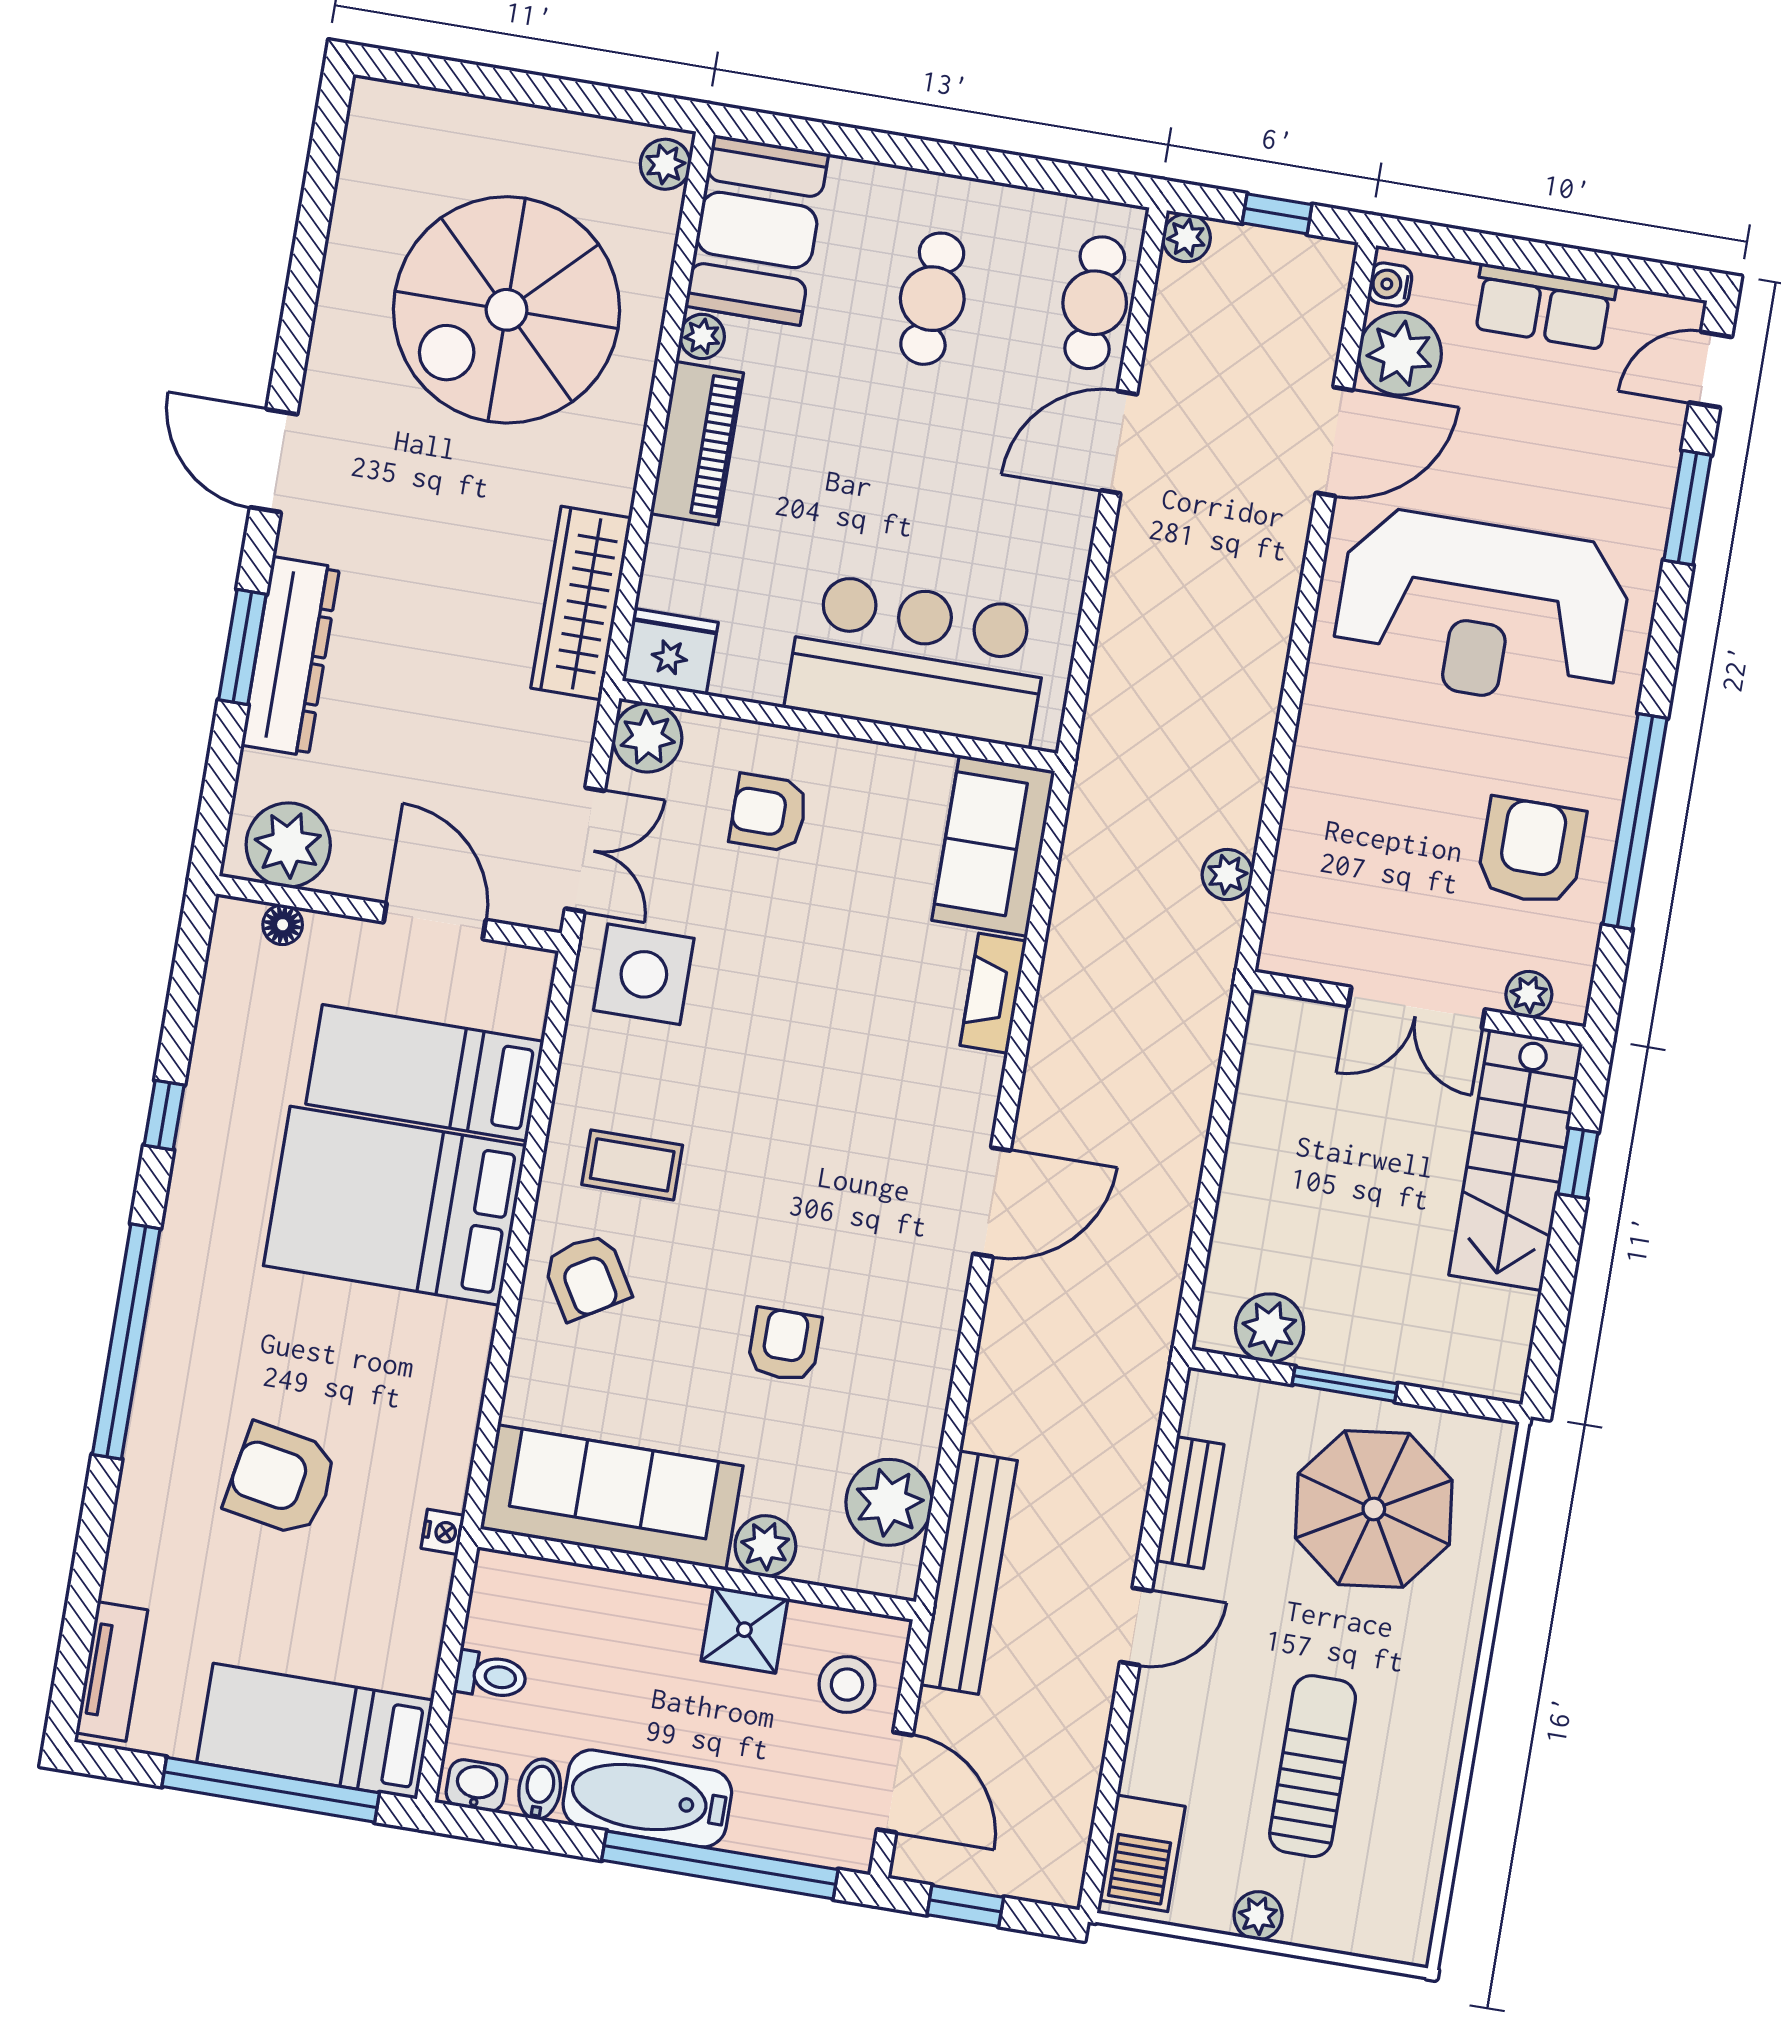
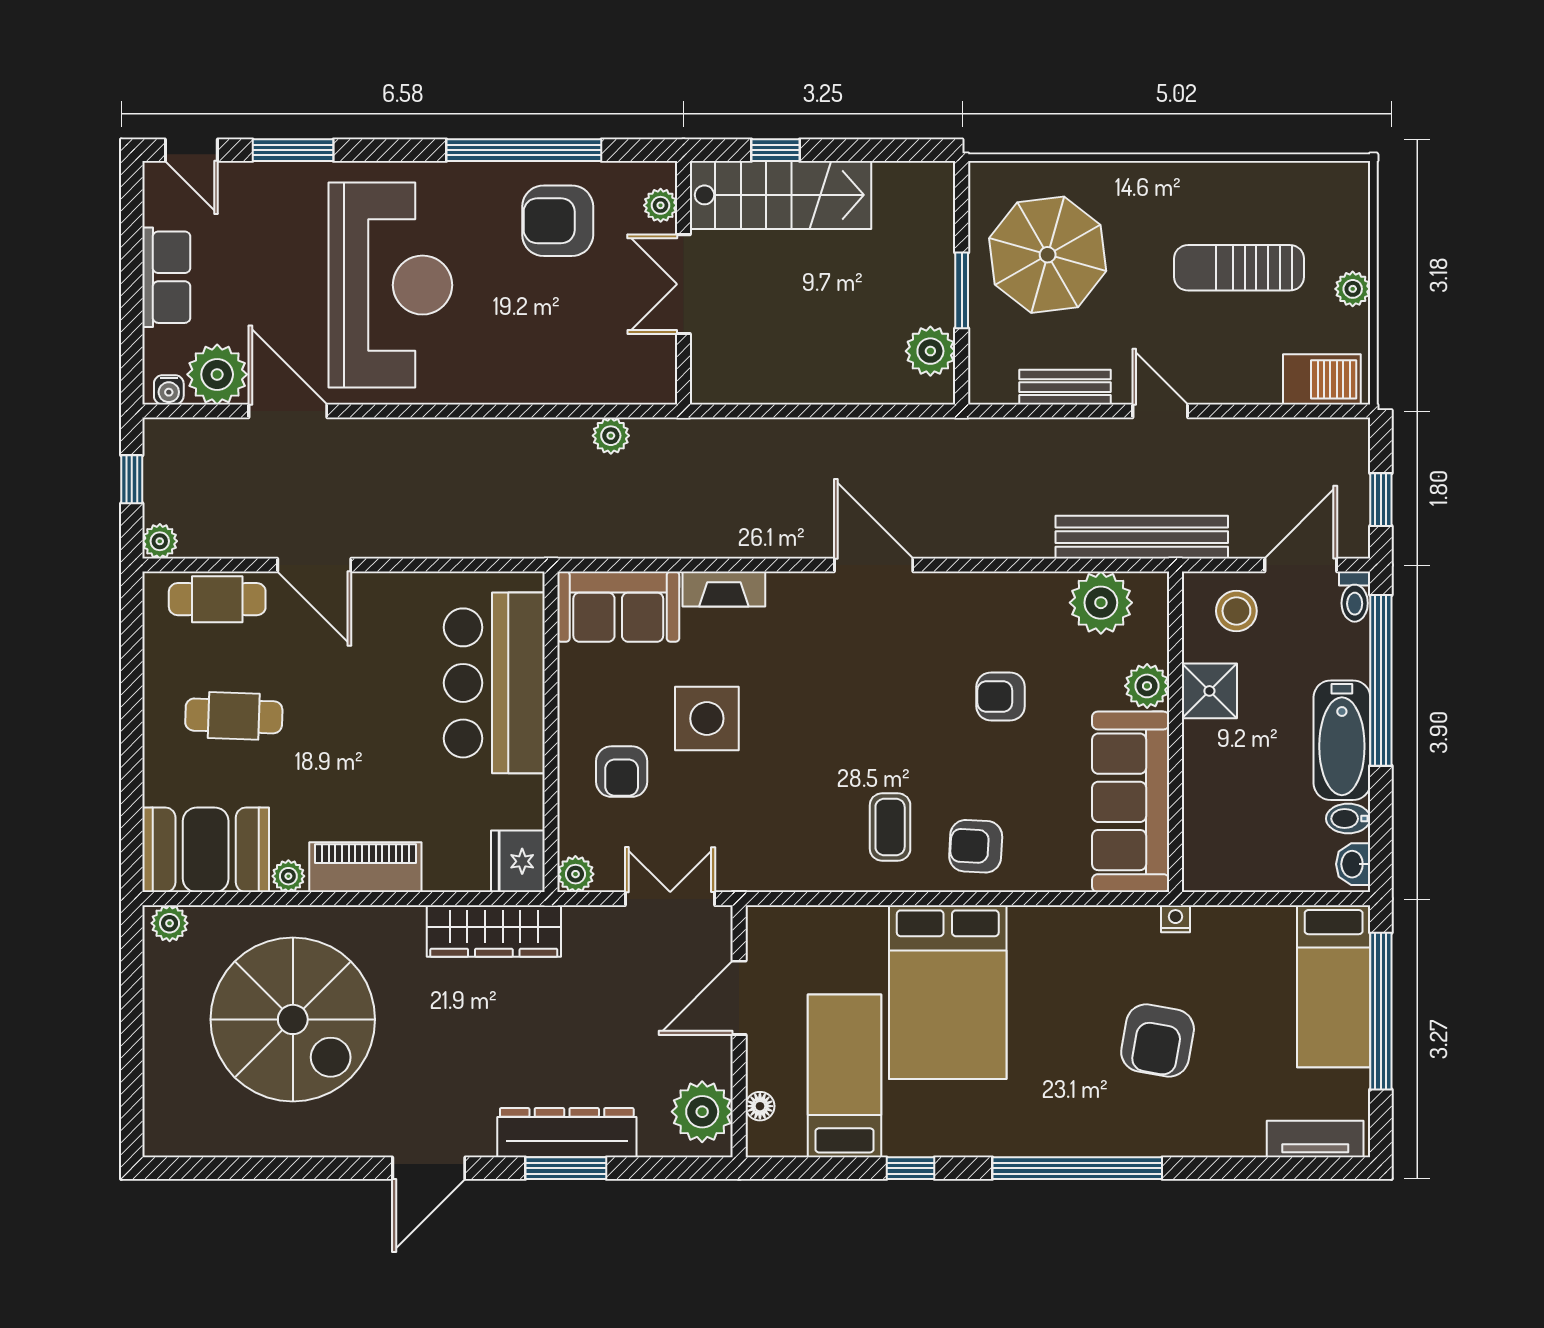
plant: (647, 738) -> (575, 874), width x0.73, depth x0.73
side table: (644, 974) -> (707, 719), moved
double door: (1417, 1008) -> (684, 284), swing flipped
bed: (425, 1073) -> (844, 1076), moved, turned 180
armchair: (587, 1277) -> (976, 846), turned -146
toilet: (491, 1676) -> (1355, 597), moved, turned 180

